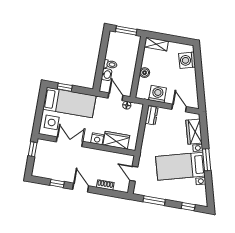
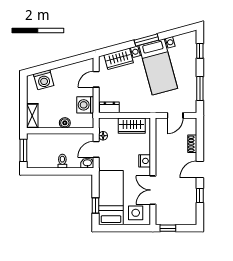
washbasin: (107, 74) -> (87, 163), moved
wardrobe: (116, 140) -> (132, 126), moved, turned -90

